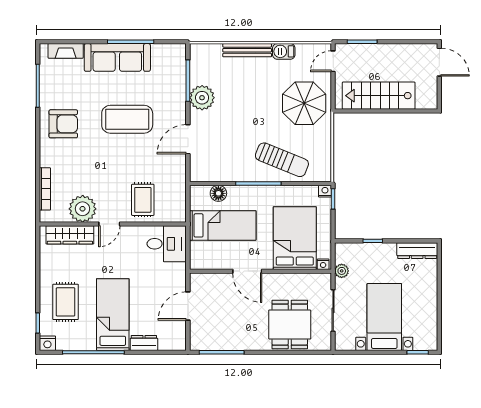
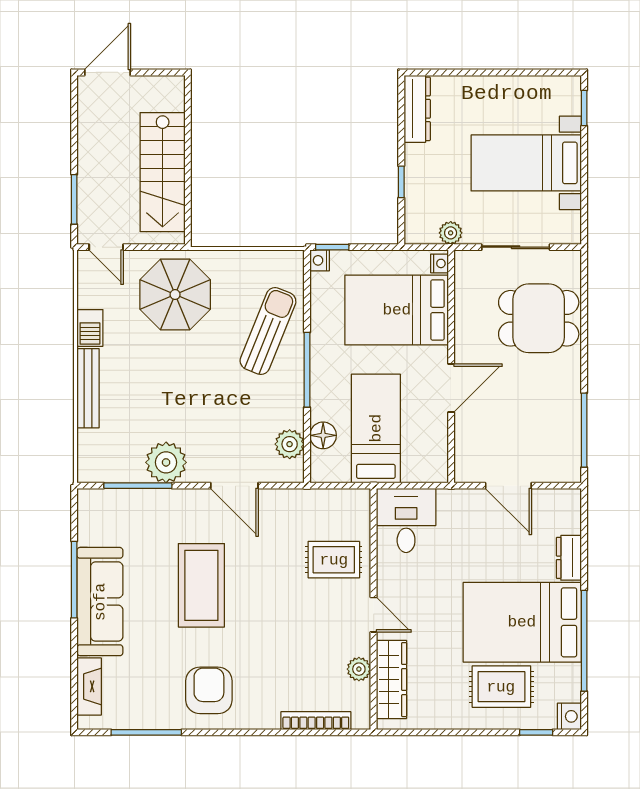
plant: (213, 173) -> (290, 444), added
plant: (83, 209) -> (359, 669), width x0.53, depth x0.53
bed: (113, 315) -> (522, 622), width x1.50

